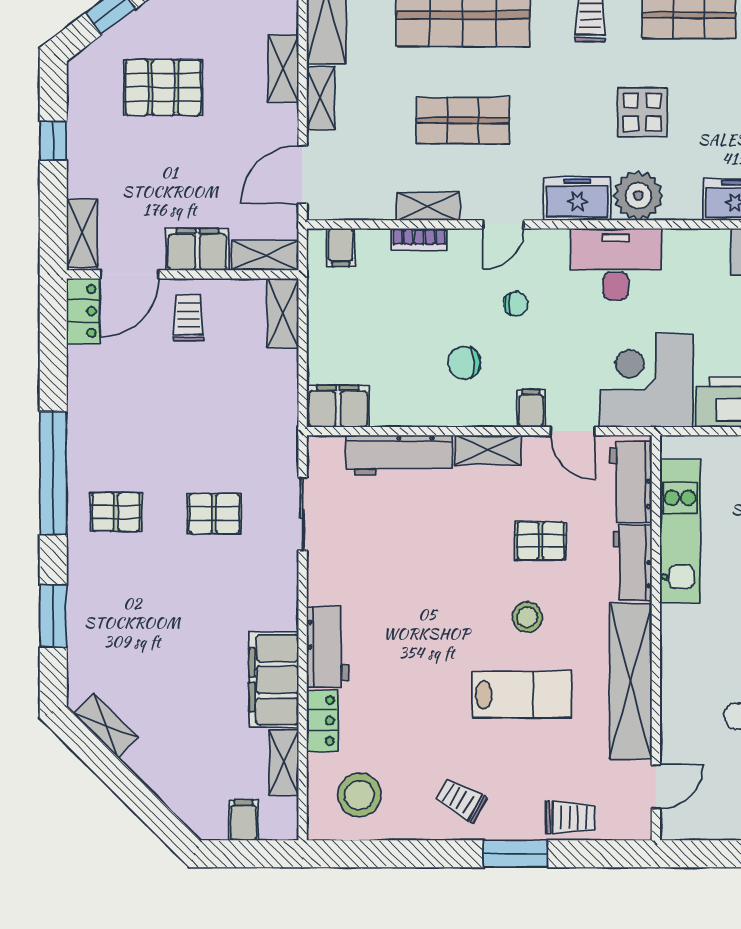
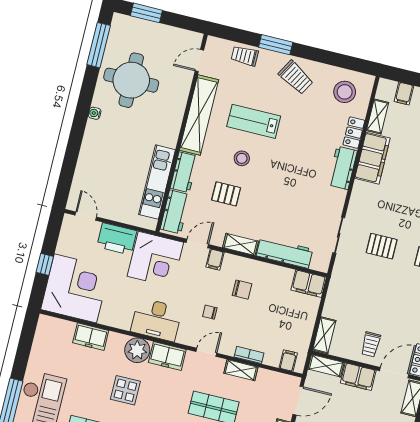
door: (573, 431) -> (197, 243), hinge flipped
trolley: (461, 800) -> (296, 77), width x1.36, depth x1.39

